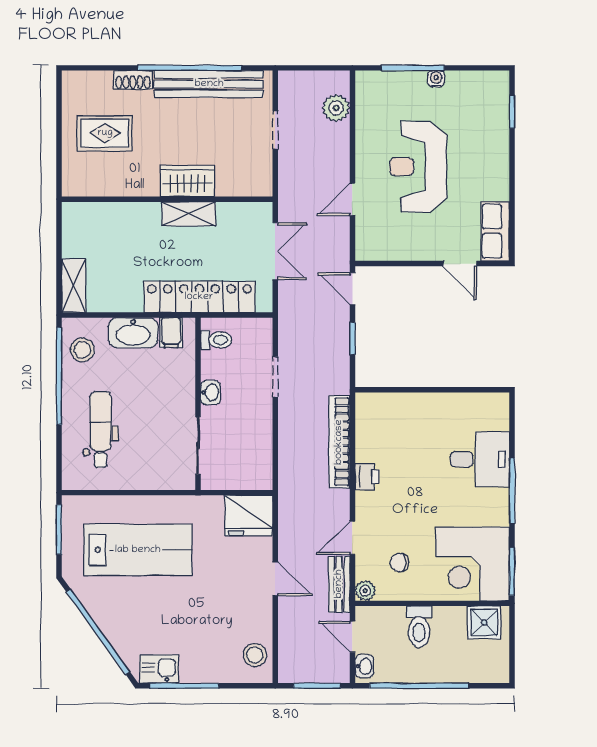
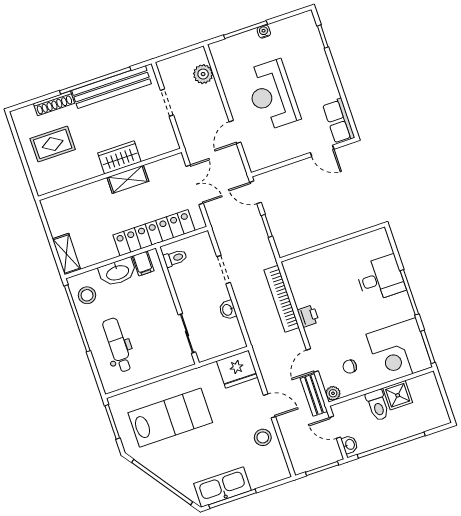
shoe rack: (133, 80) -> (54, 103), width x1.43
washbasin: (210, 393) -> (228, 310), moved, turned 180
shower: (484, 622) -> (398, 395), moved
stool: (255, 655) -> (263, 437), moved
kitchen sink: (159, 669) -> (223, 487), width x1.88, depth x1.24

